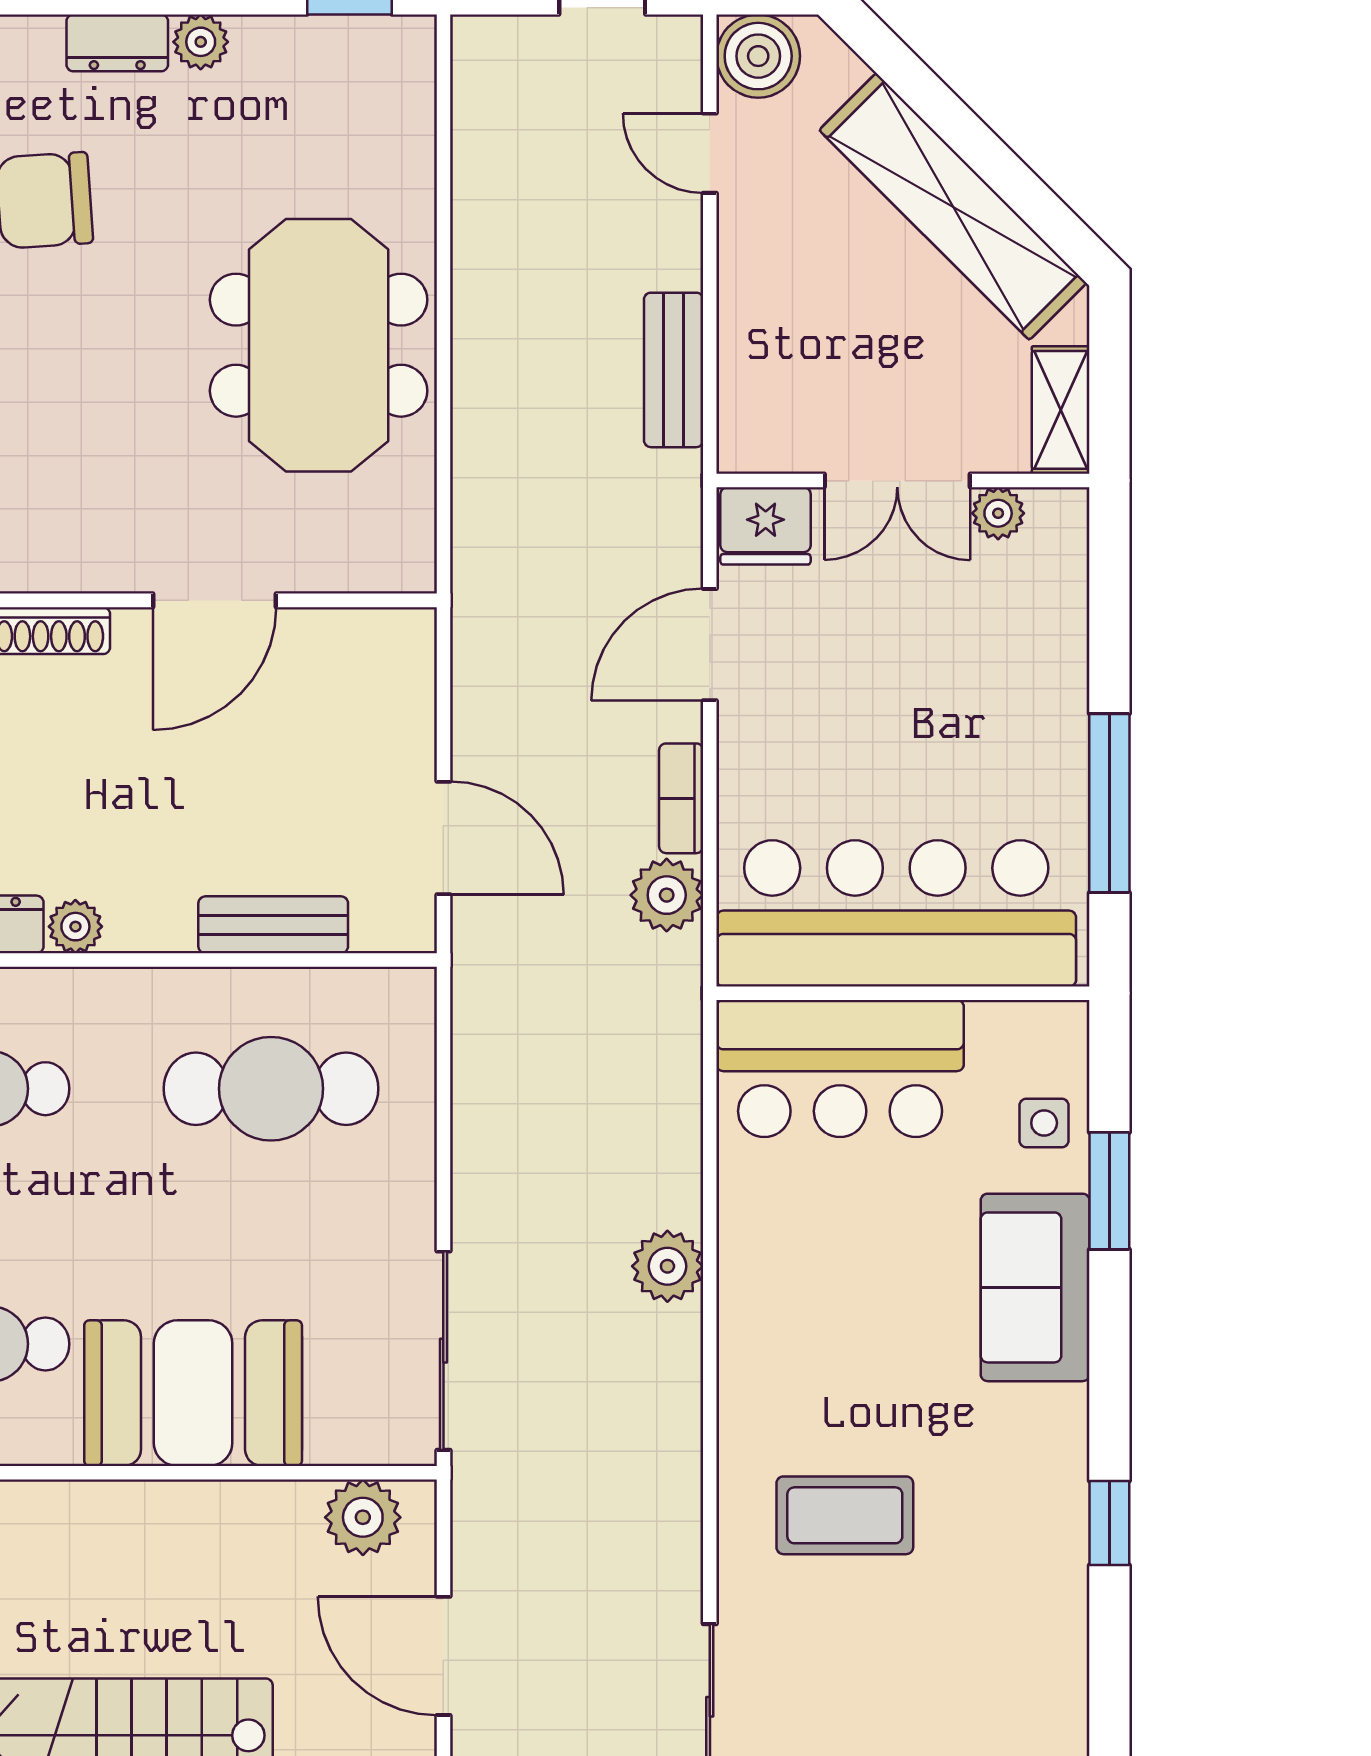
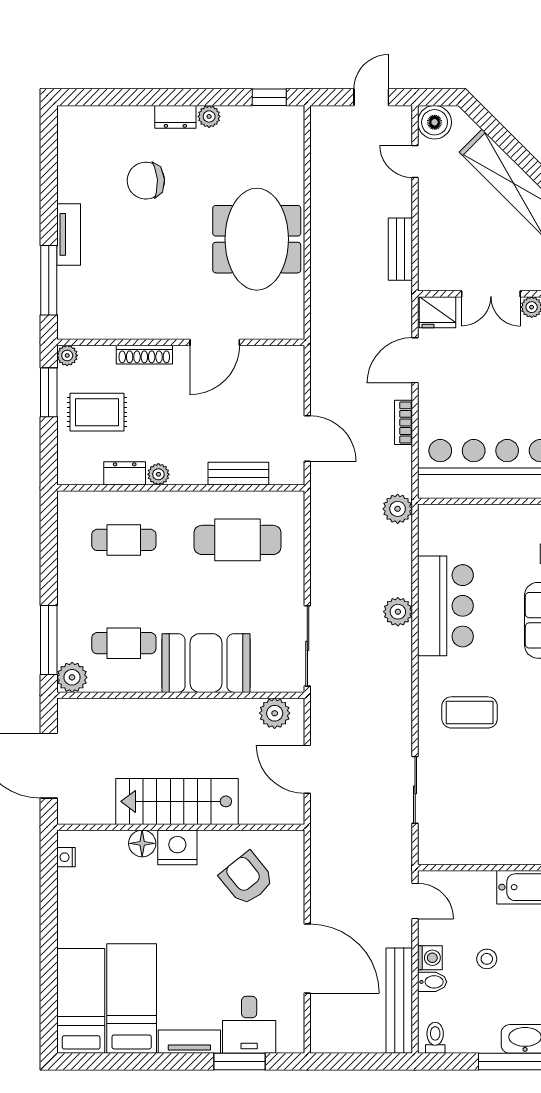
plant: (667, 895) -> (398, 509), moved
bar counter: (840, 1069) -> (445, 606), moved, turned -90

